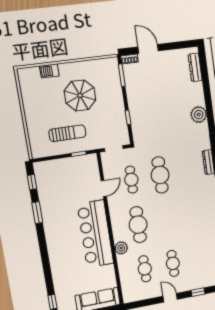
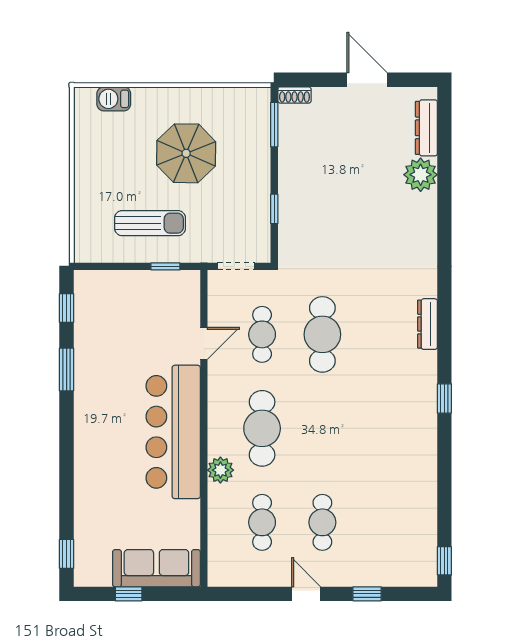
door: (148, 49) -> (367, 80), moved
barbecue: (49, 71) -> (114, 99), moved
plant: (199, 115) -> (421, 175), moved

